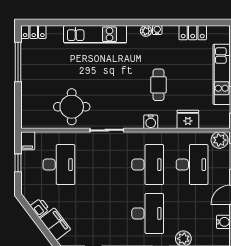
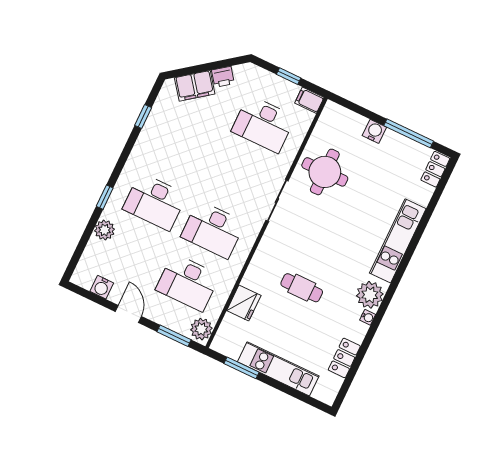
plant: (146, 31) -> (370, 295), width x1.87, depth x1.87
water cooler: (151, 122) -> (374, 131), moved, turned 90

